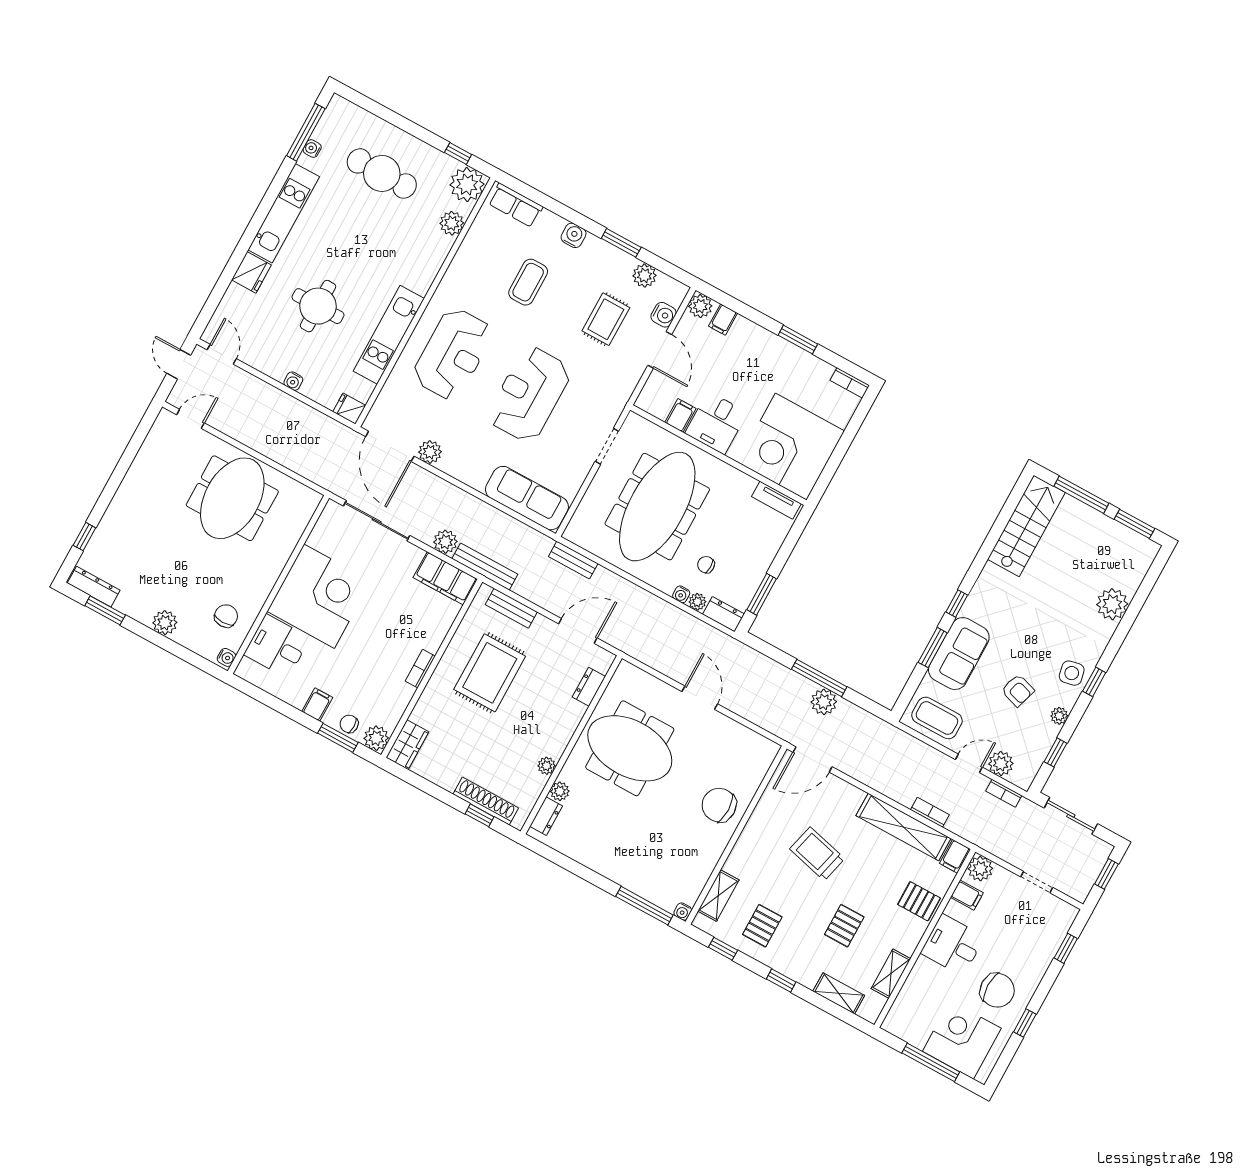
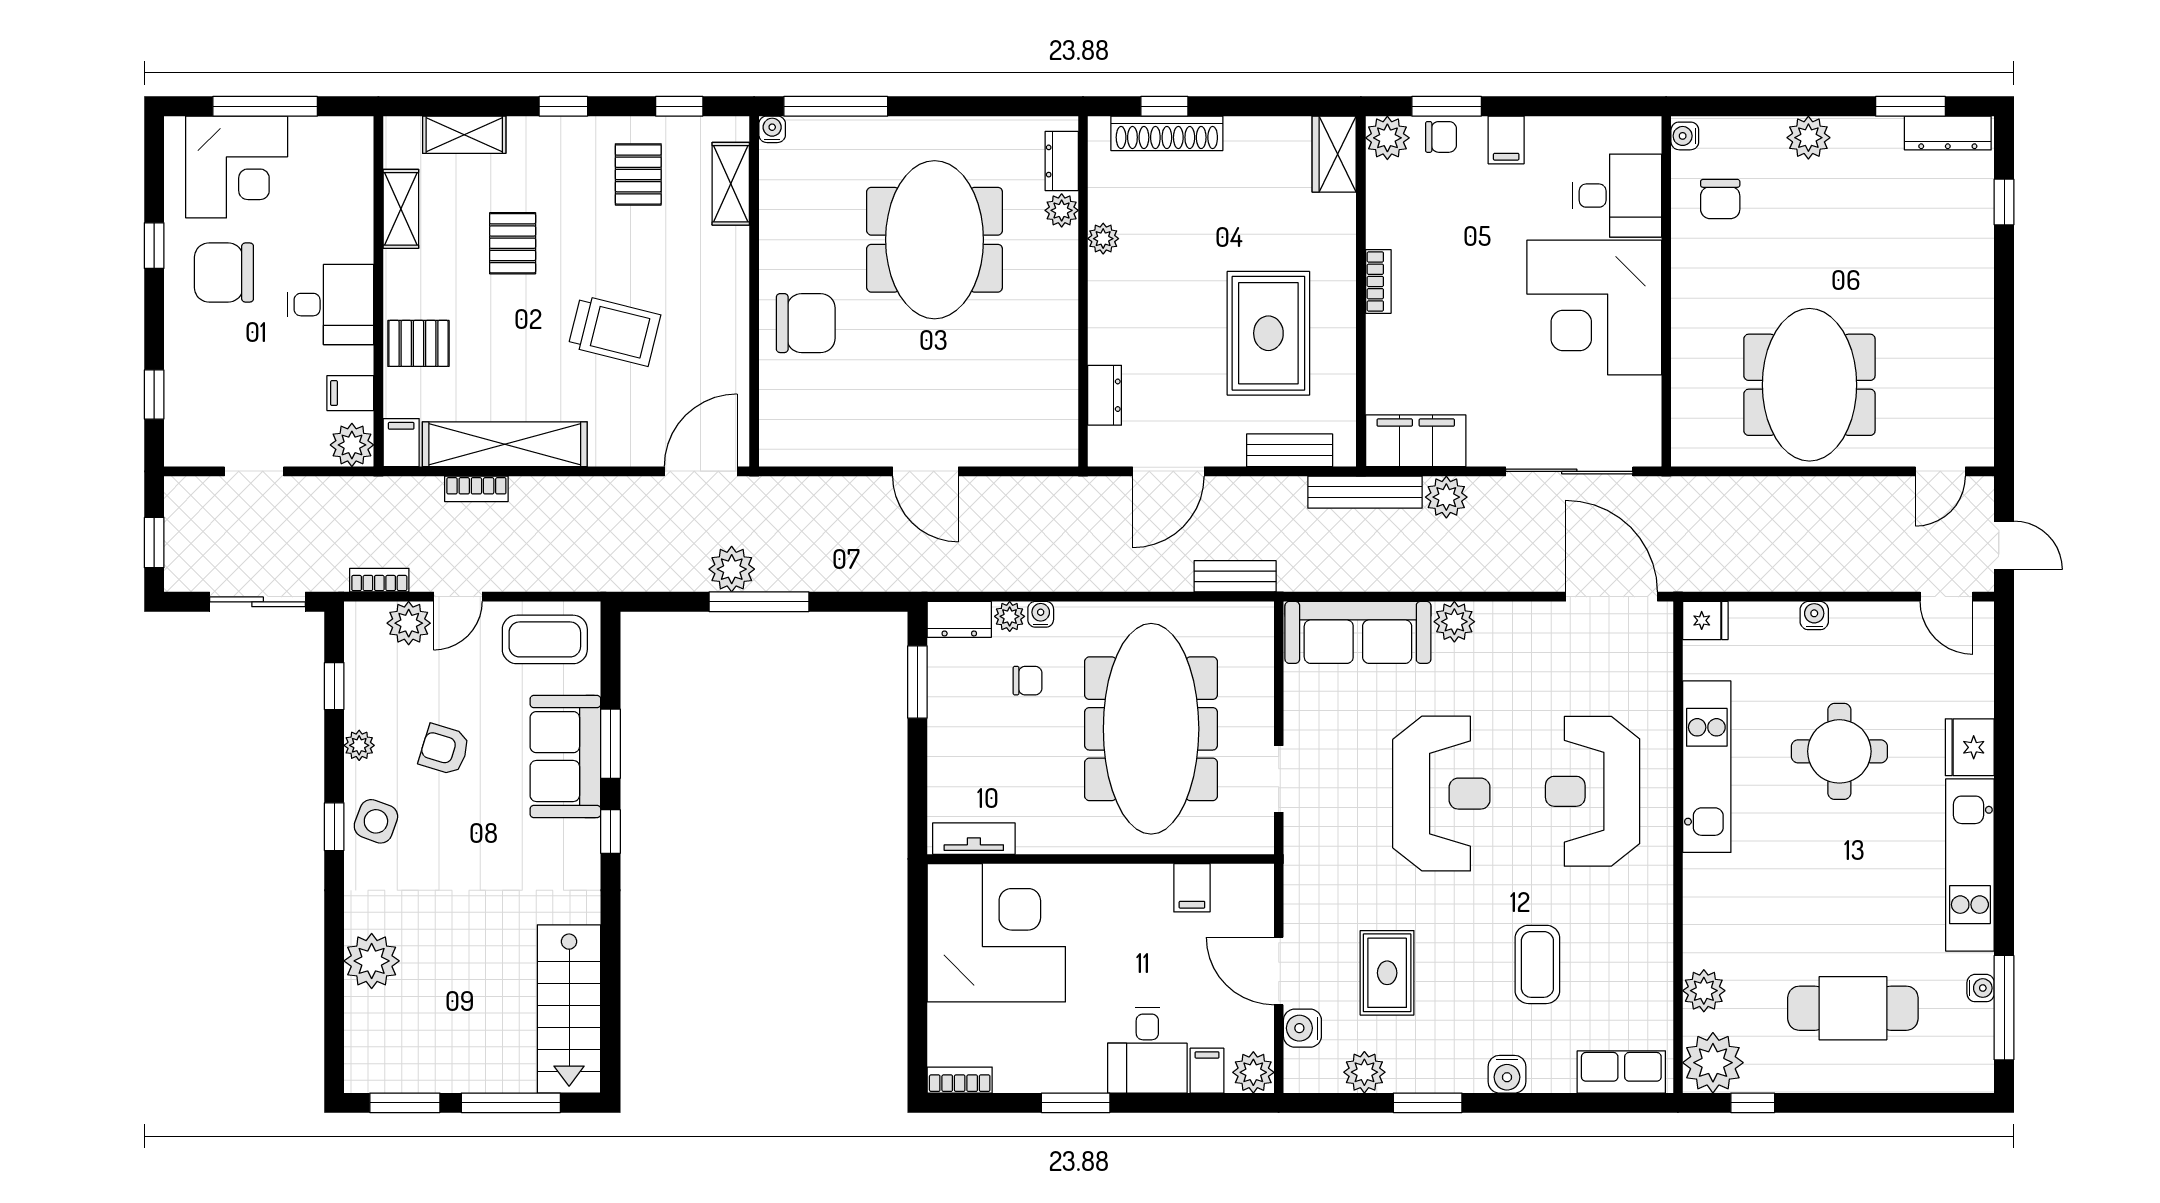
desk: (716, 423) -> (1147, 1050), moved, turned 180
plant: (430, 452) -> (1454, 622), moved
side table: (1072, 673) -> (376, 821), turned 32
meeting table: (630, 748) -> (935, 240), moved, turned 90

